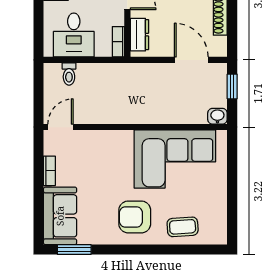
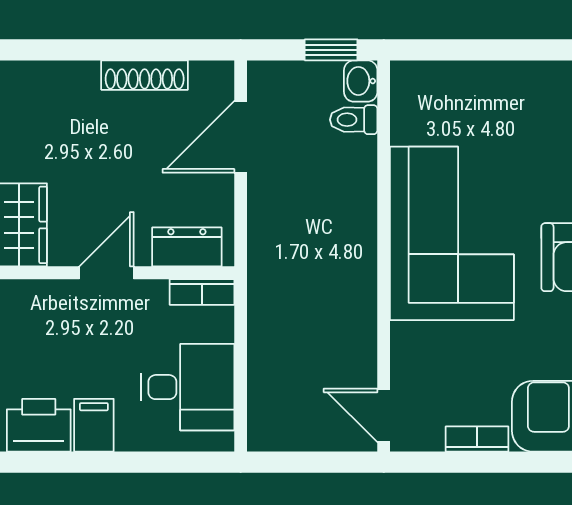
toilet: (69, 74) -> (354, 120), moved, turned 180
window: (232, 86) -> (331, 50), moved
corner sofa: (175, 159) -> (452, 233), moved

